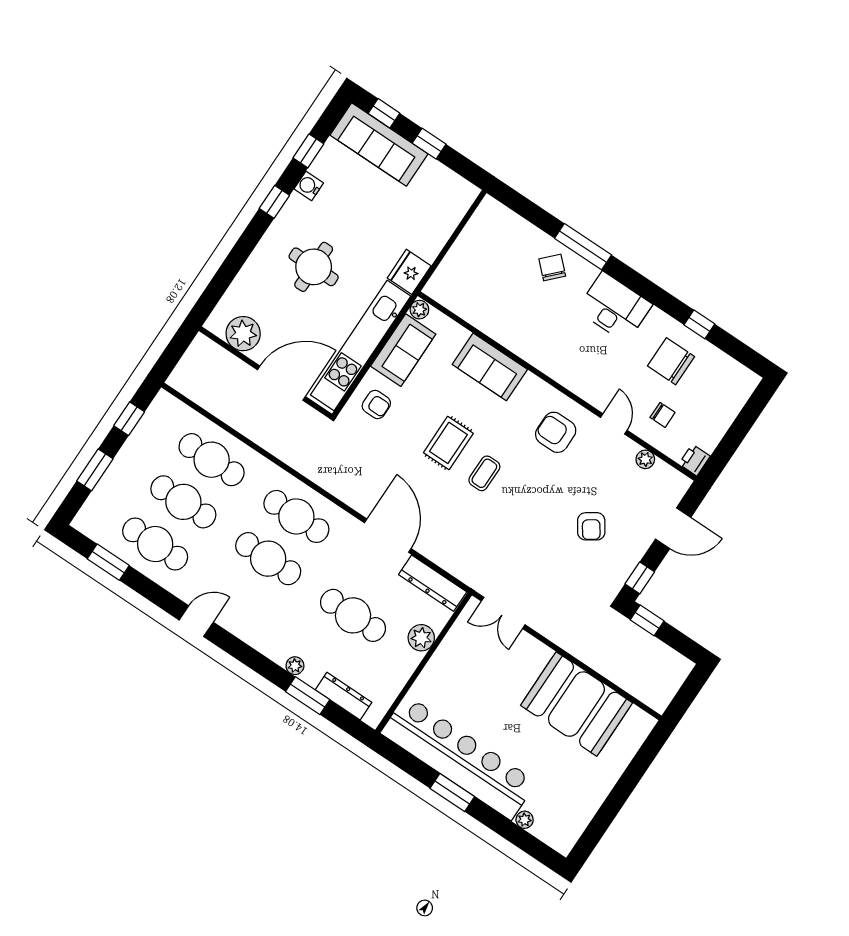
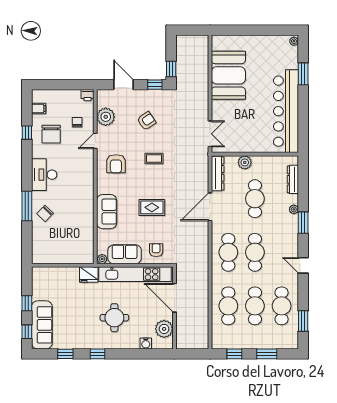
water cooler: (309, 186) -> (146, 343), moved
filing cabinet: (725, 369) -> (39, 109), added
plant: (645, 459) -> (106, 117), width x1.87, depth x1.87
coffee table: (484, 473) -> (154, 158), moved
window: (308, 696) -> (303, 223), moved
window: (452, 793) -> (303, 74), moved
plant: (525, 820) -> (294, 41), moved

